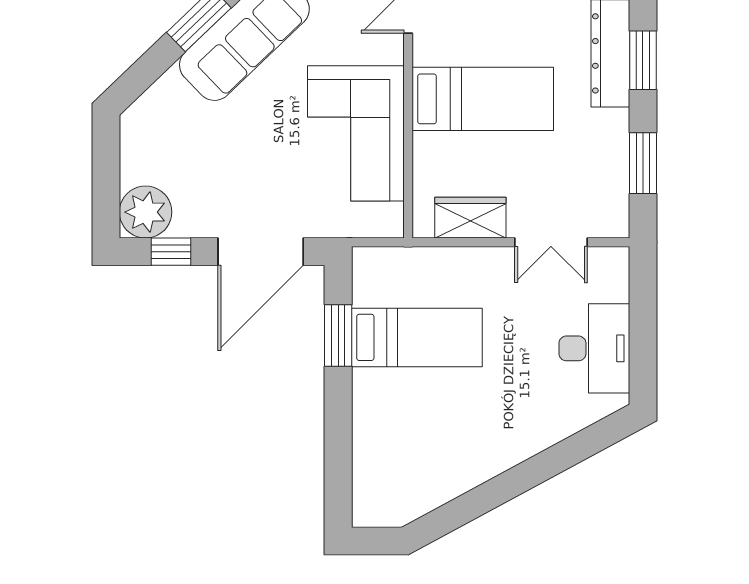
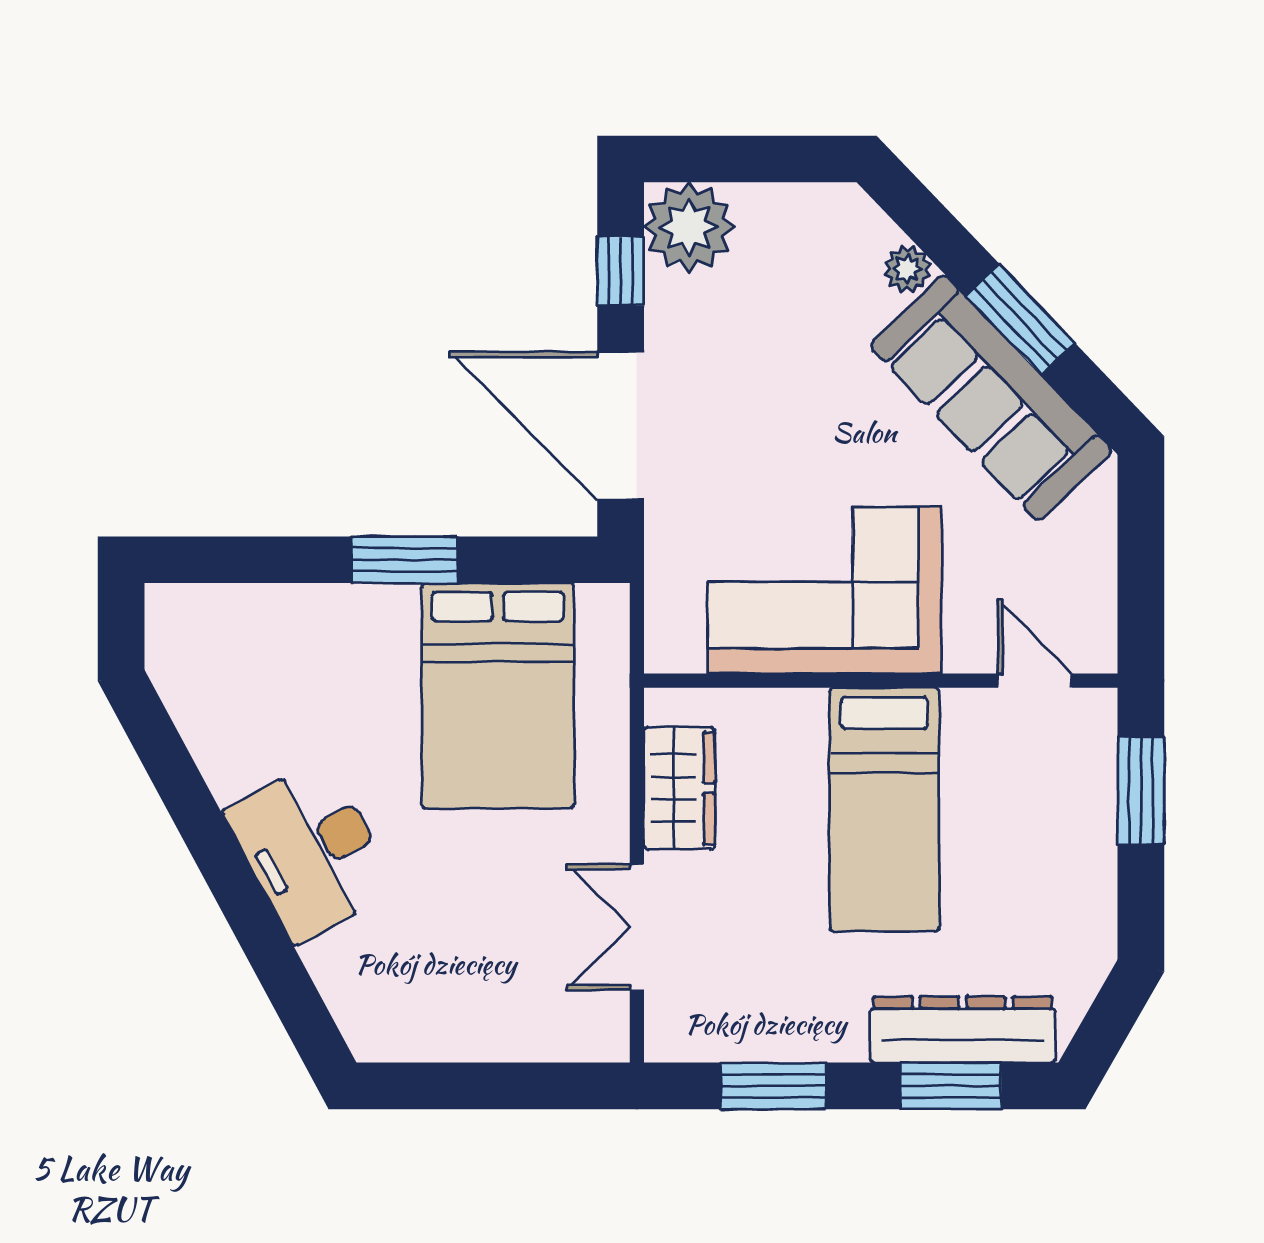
plant: (170, 85) -> (907, 269), added
window: (338, 335) -> (404, 560), moved
bed: (417, 337) -> (498, 696), width x1.50
desk: (594, 348) -> (311, 851), moved, turned 62

